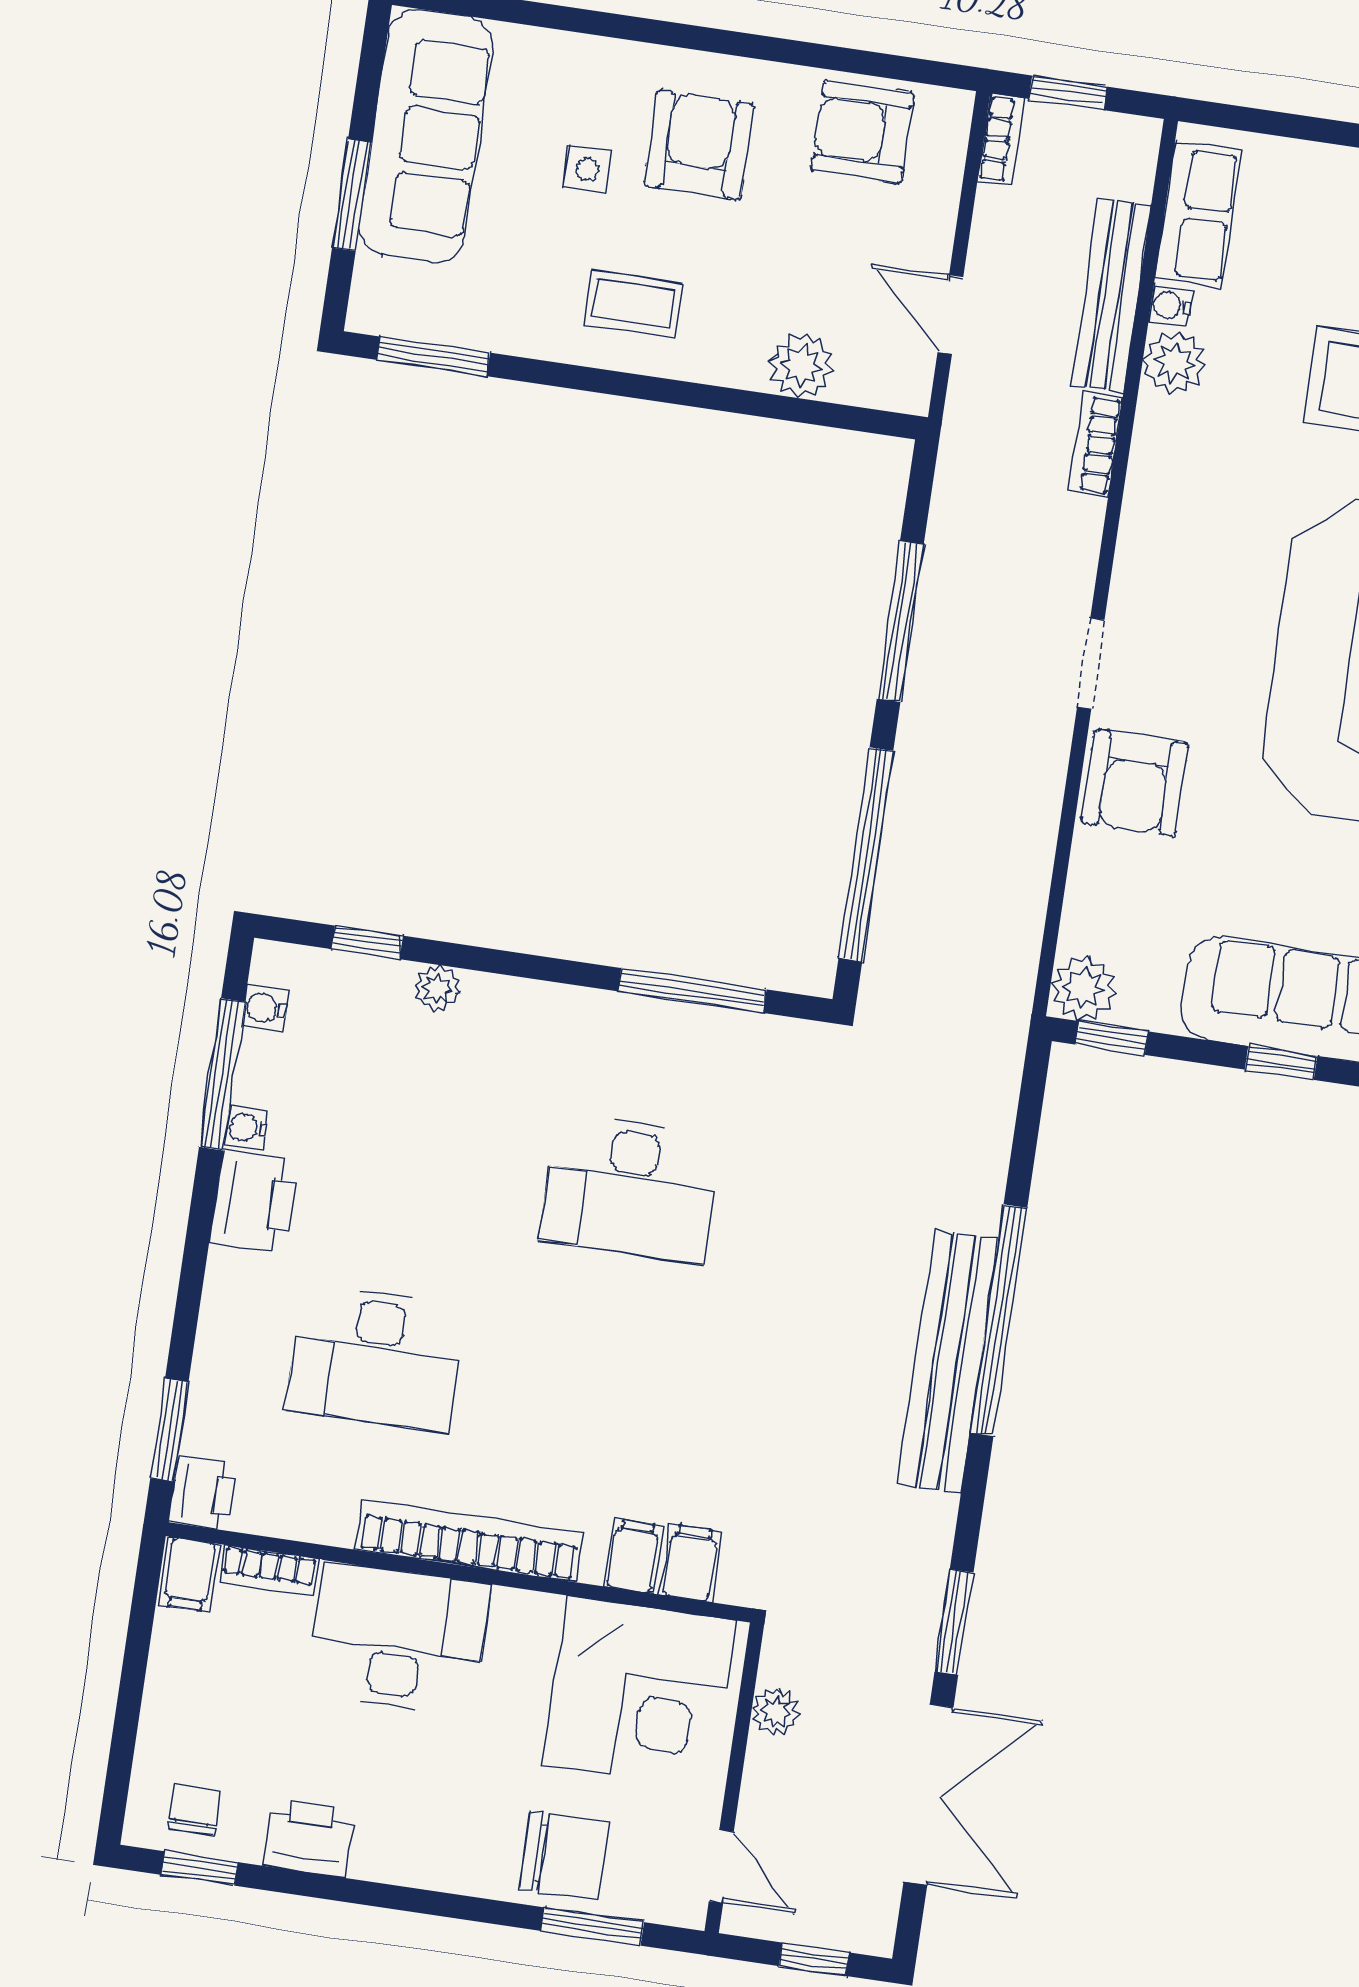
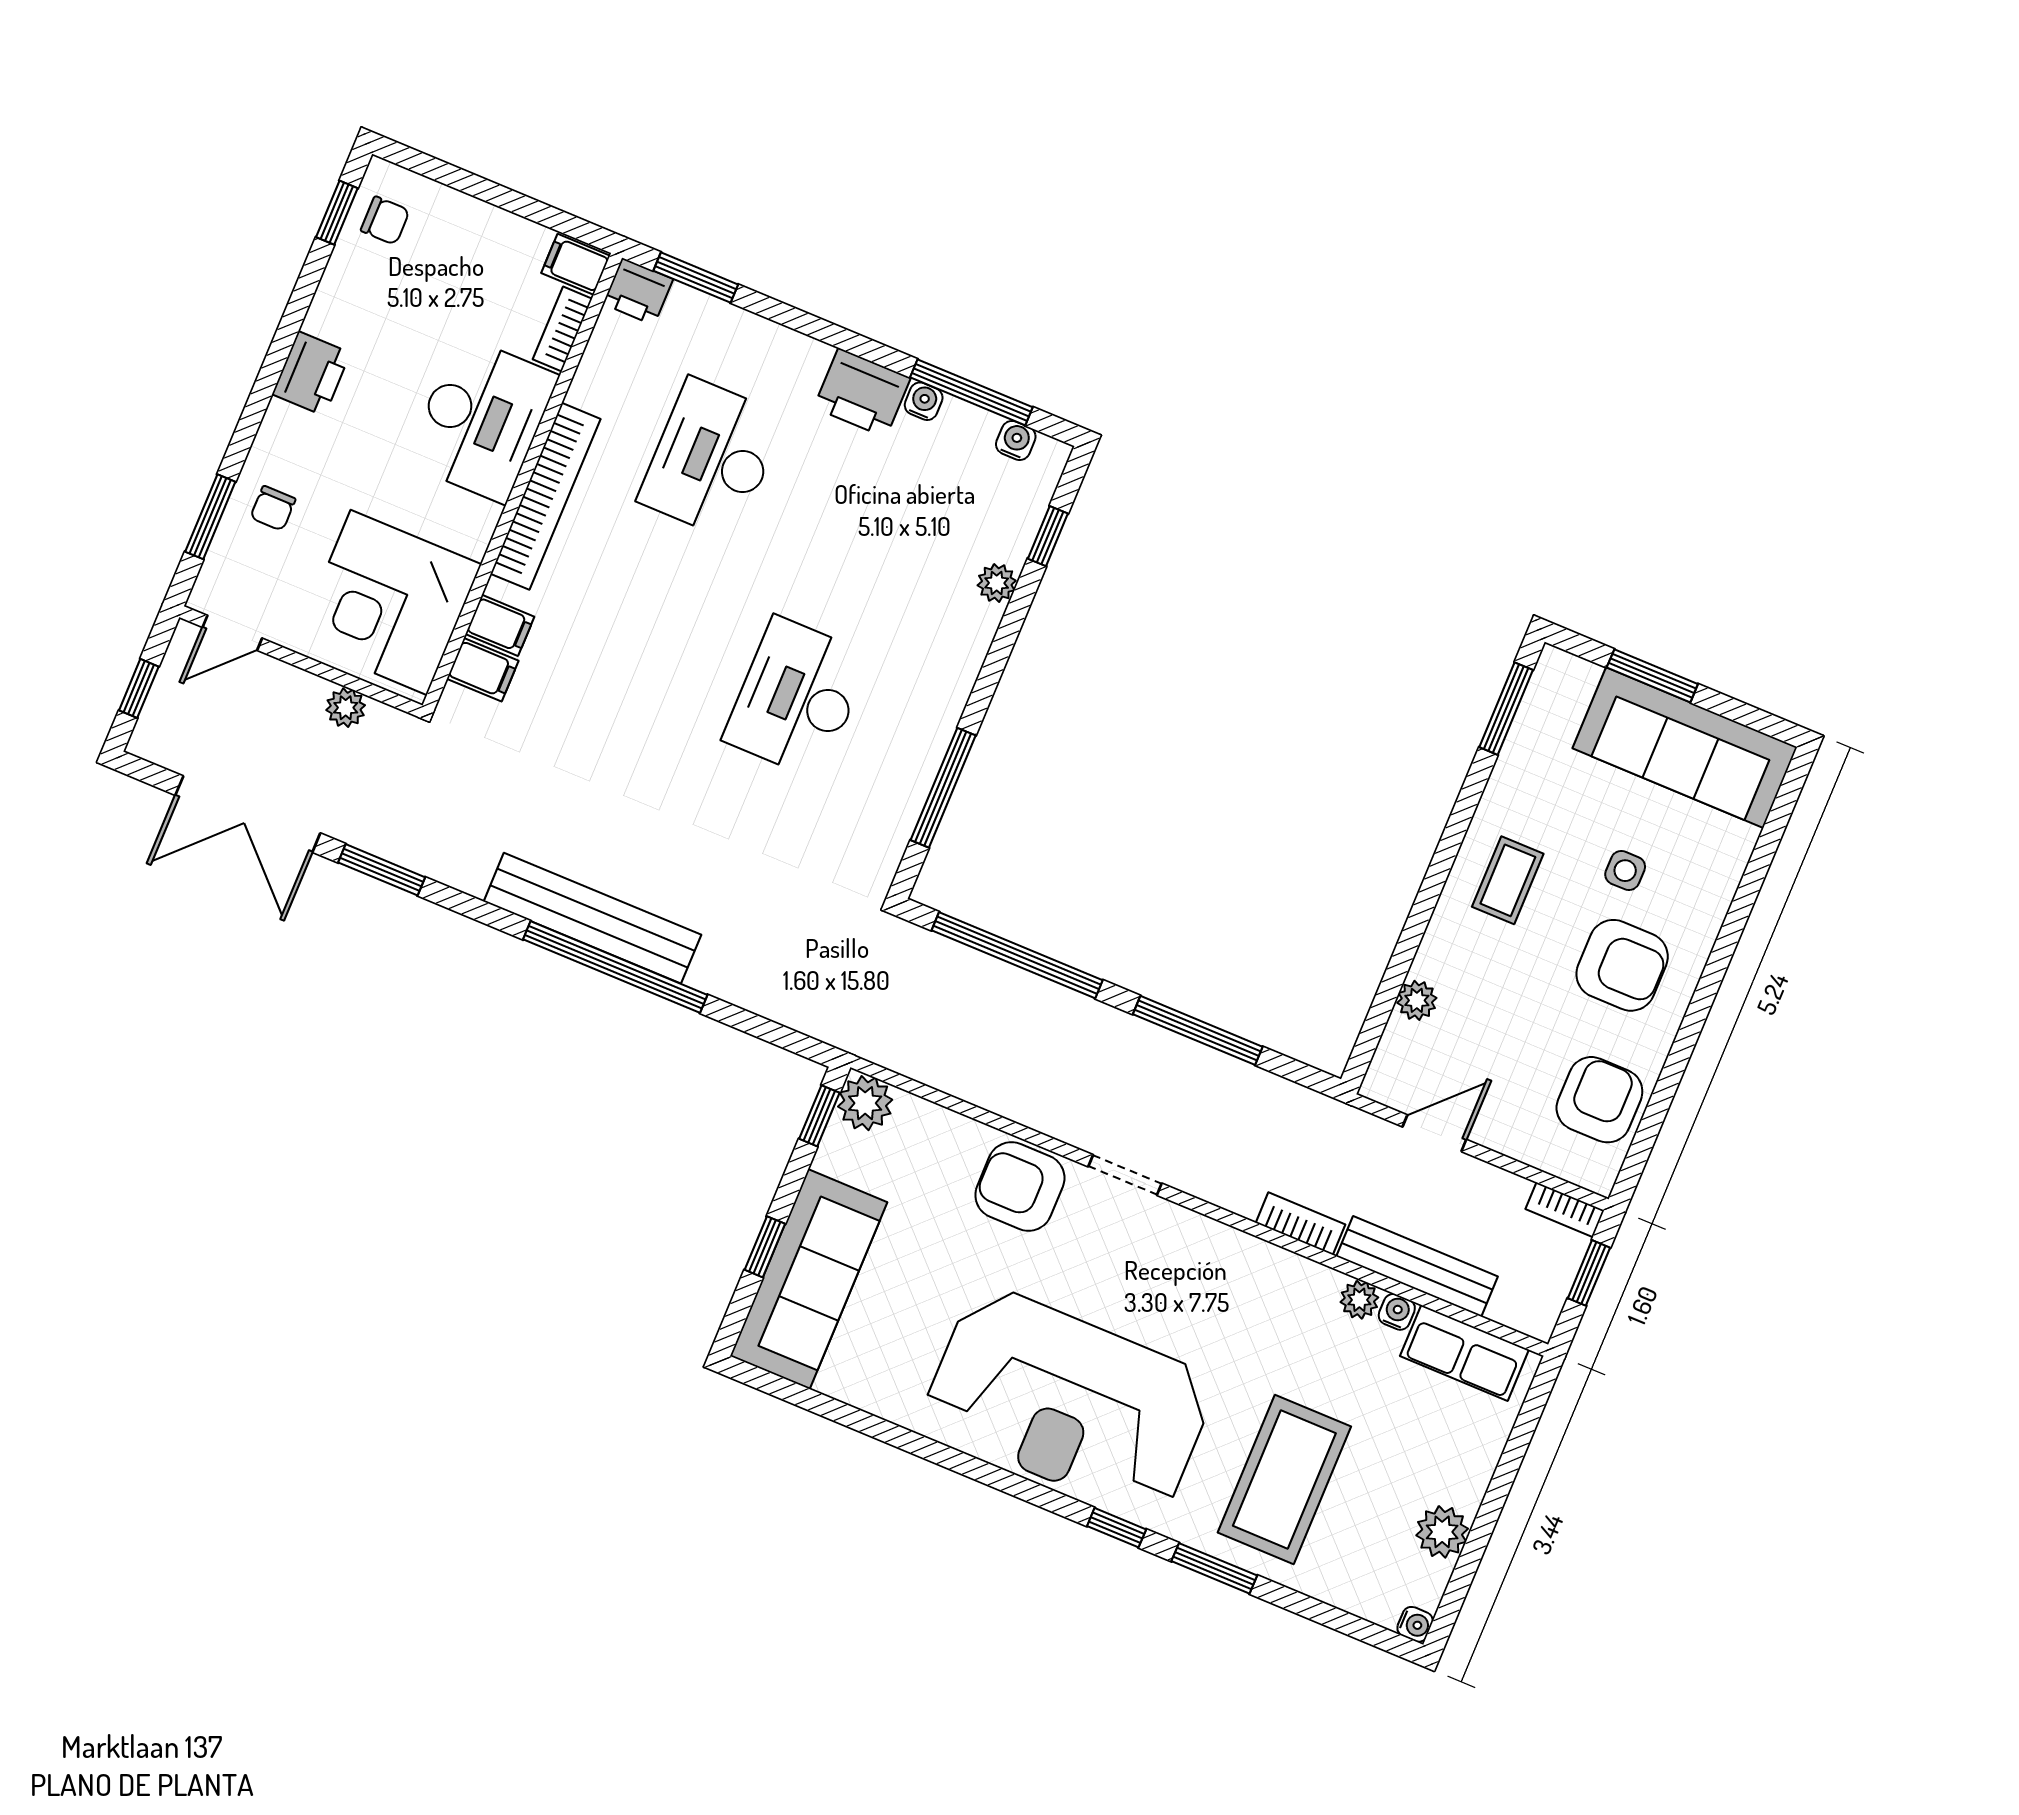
plant: (1174, 363) -> (1359, 1300), width x0.73, depth x0.73
plant: (802, 365) -> (1417, 1000), width x0.73, depth x0.73
printer: (309, 1838) -> (311, 374), moved
chair: (564, 1856) -> (273, 508), width x0.54, depth x0.54

